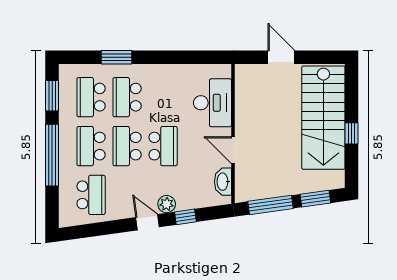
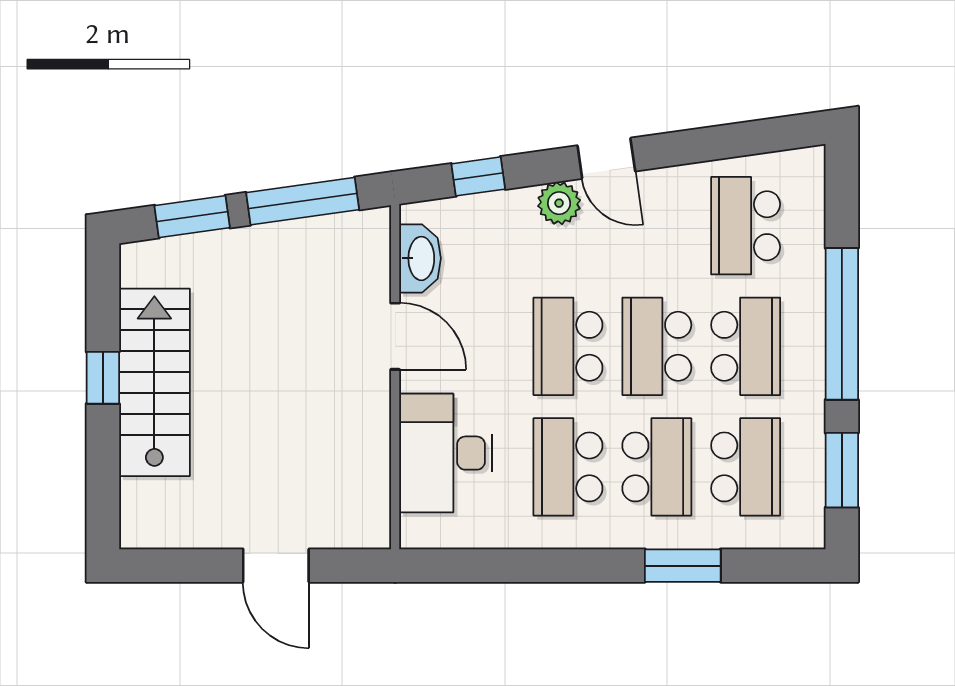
school desk: (163, 97) -> (568, 467), added
stairs: (323, 118) -> (154, 382), width x0.73, depth x0.66
school desk: (127, 146) -> (657, 346), turned 180
window: (185, 217) -> (478, 176), moved

